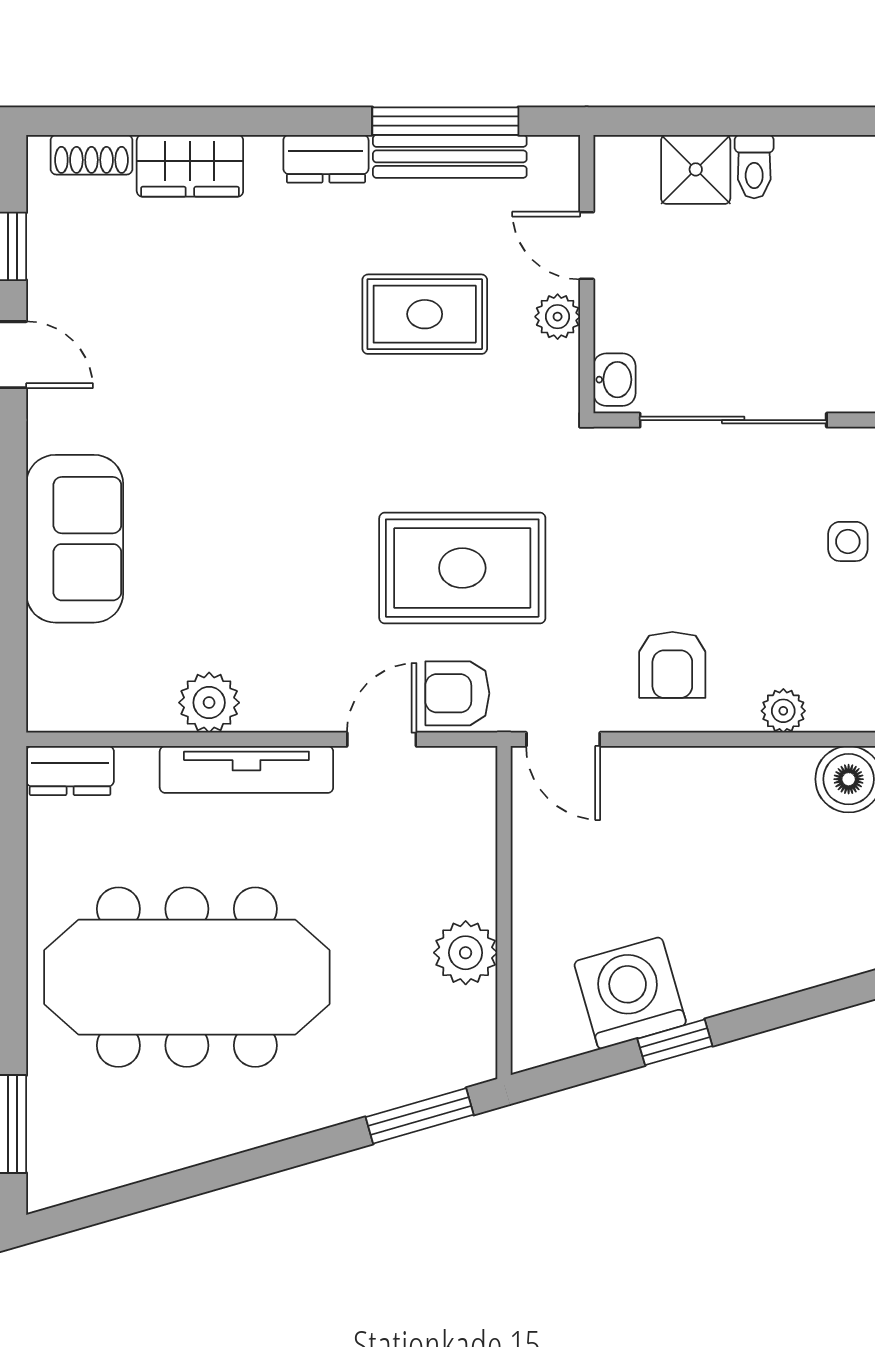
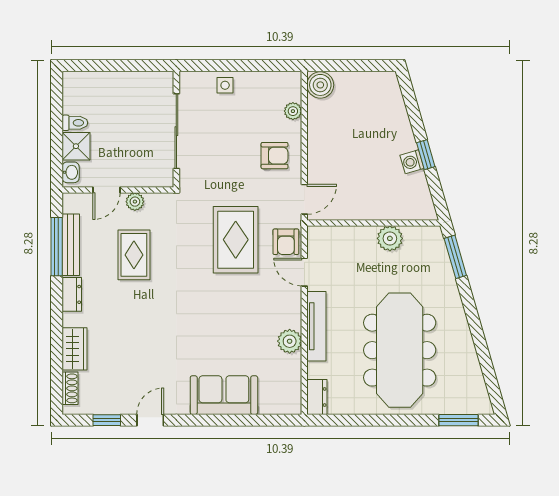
washbasin: (614, 380) -> (71, 172), moved, turned 90
washing machine: (630, 993) -> (412, 162), width x0.53, depth x0.53

